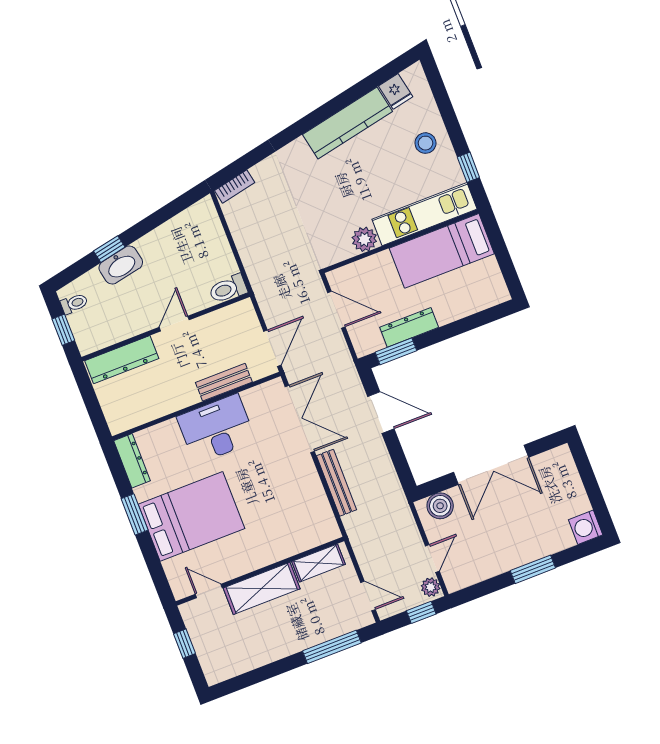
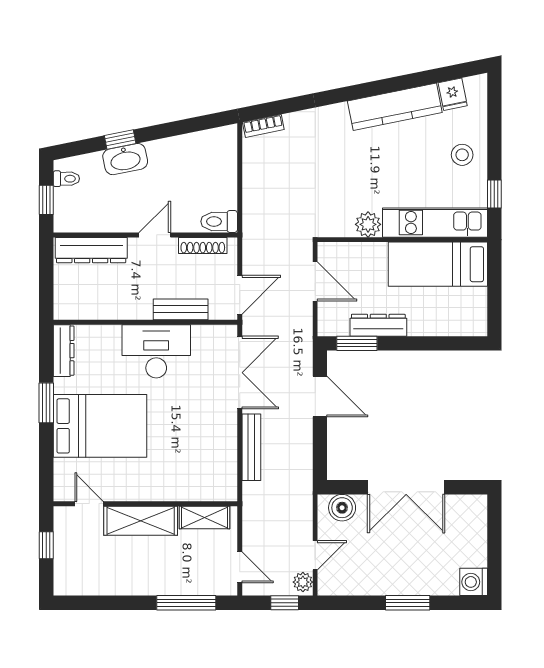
shoe rack: (222, 316) -> (203, 245), added

